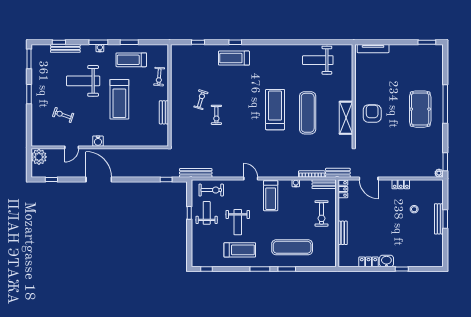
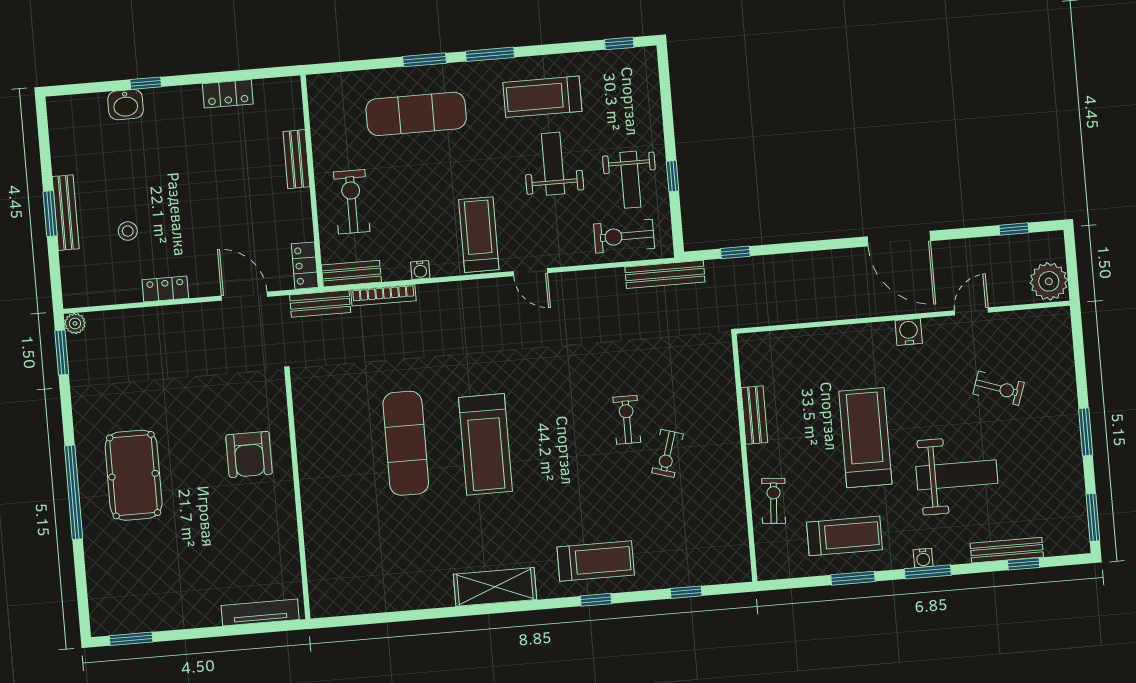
weight bench: (318, 60) -> (392, 573), removed
shelving: (346, 118) -> (495, 587), moved, turned 90
washbasin: (386, 261) -> (126, 105), moved

